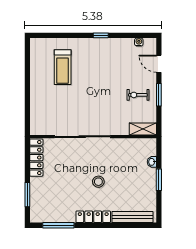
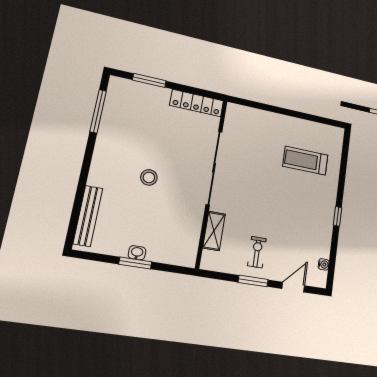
shelving: (143, 129) -> (214, 231), moved
washbasin: (152, 162) -> (137, 253), moved
locker: (93, 217) -> (100, 161), removed

